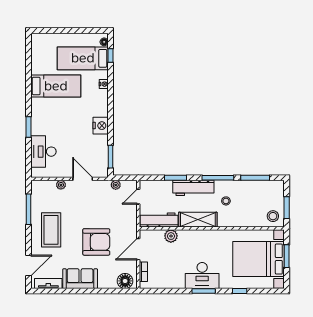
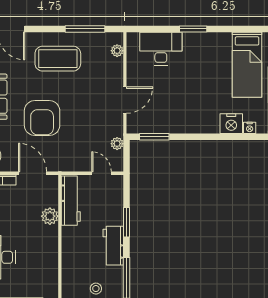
nightstand: (101, 126) -> (231, 124), moved
plant: (61, 185) -> (117, 51), moved
workbench: (193, 188) -> (113, 246), width x0.73
shelving: (198, 220) -> (71, 252), removed

